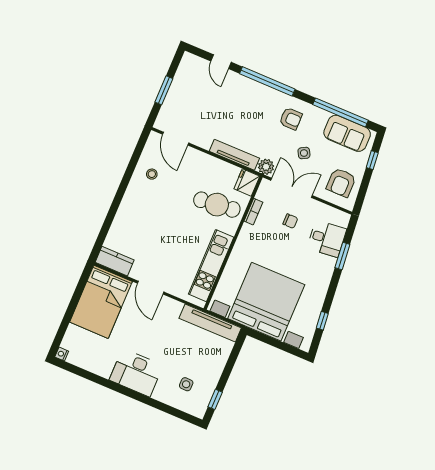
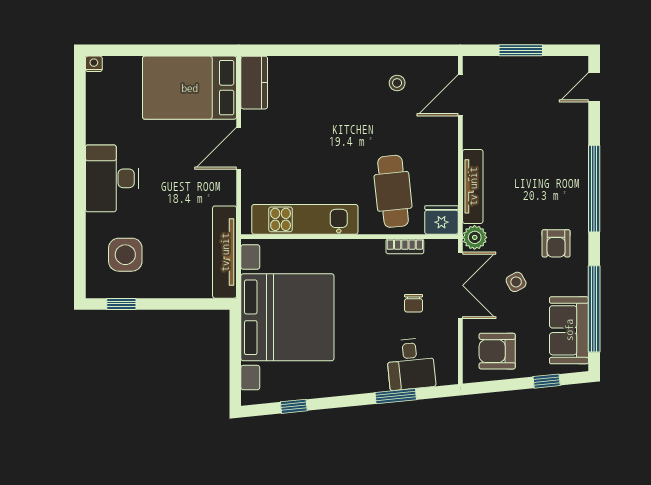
door: (221, 62) -> (594, 87), moved
side table: (186, 384) -> (125, 255), width x1.87, depth x1.87

